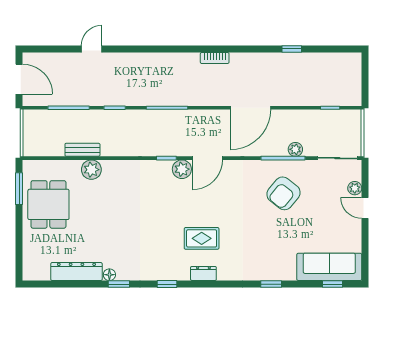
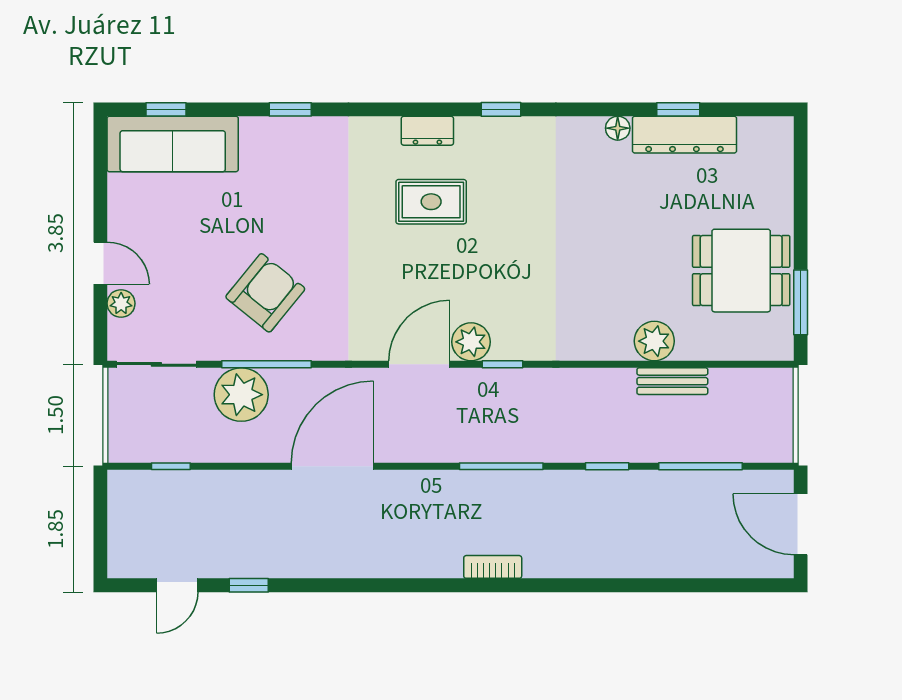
door: (92, 49) -> (177, 585), moved
bookcase: (215, 58) -> (493, 567), moved
plant: (295, 149) -> (241, 395), width x1.87, depth x1.87
dining table: (48, 204) -> (741, 271), turned 90
window: (119, 284) -> (678, 109), moved

